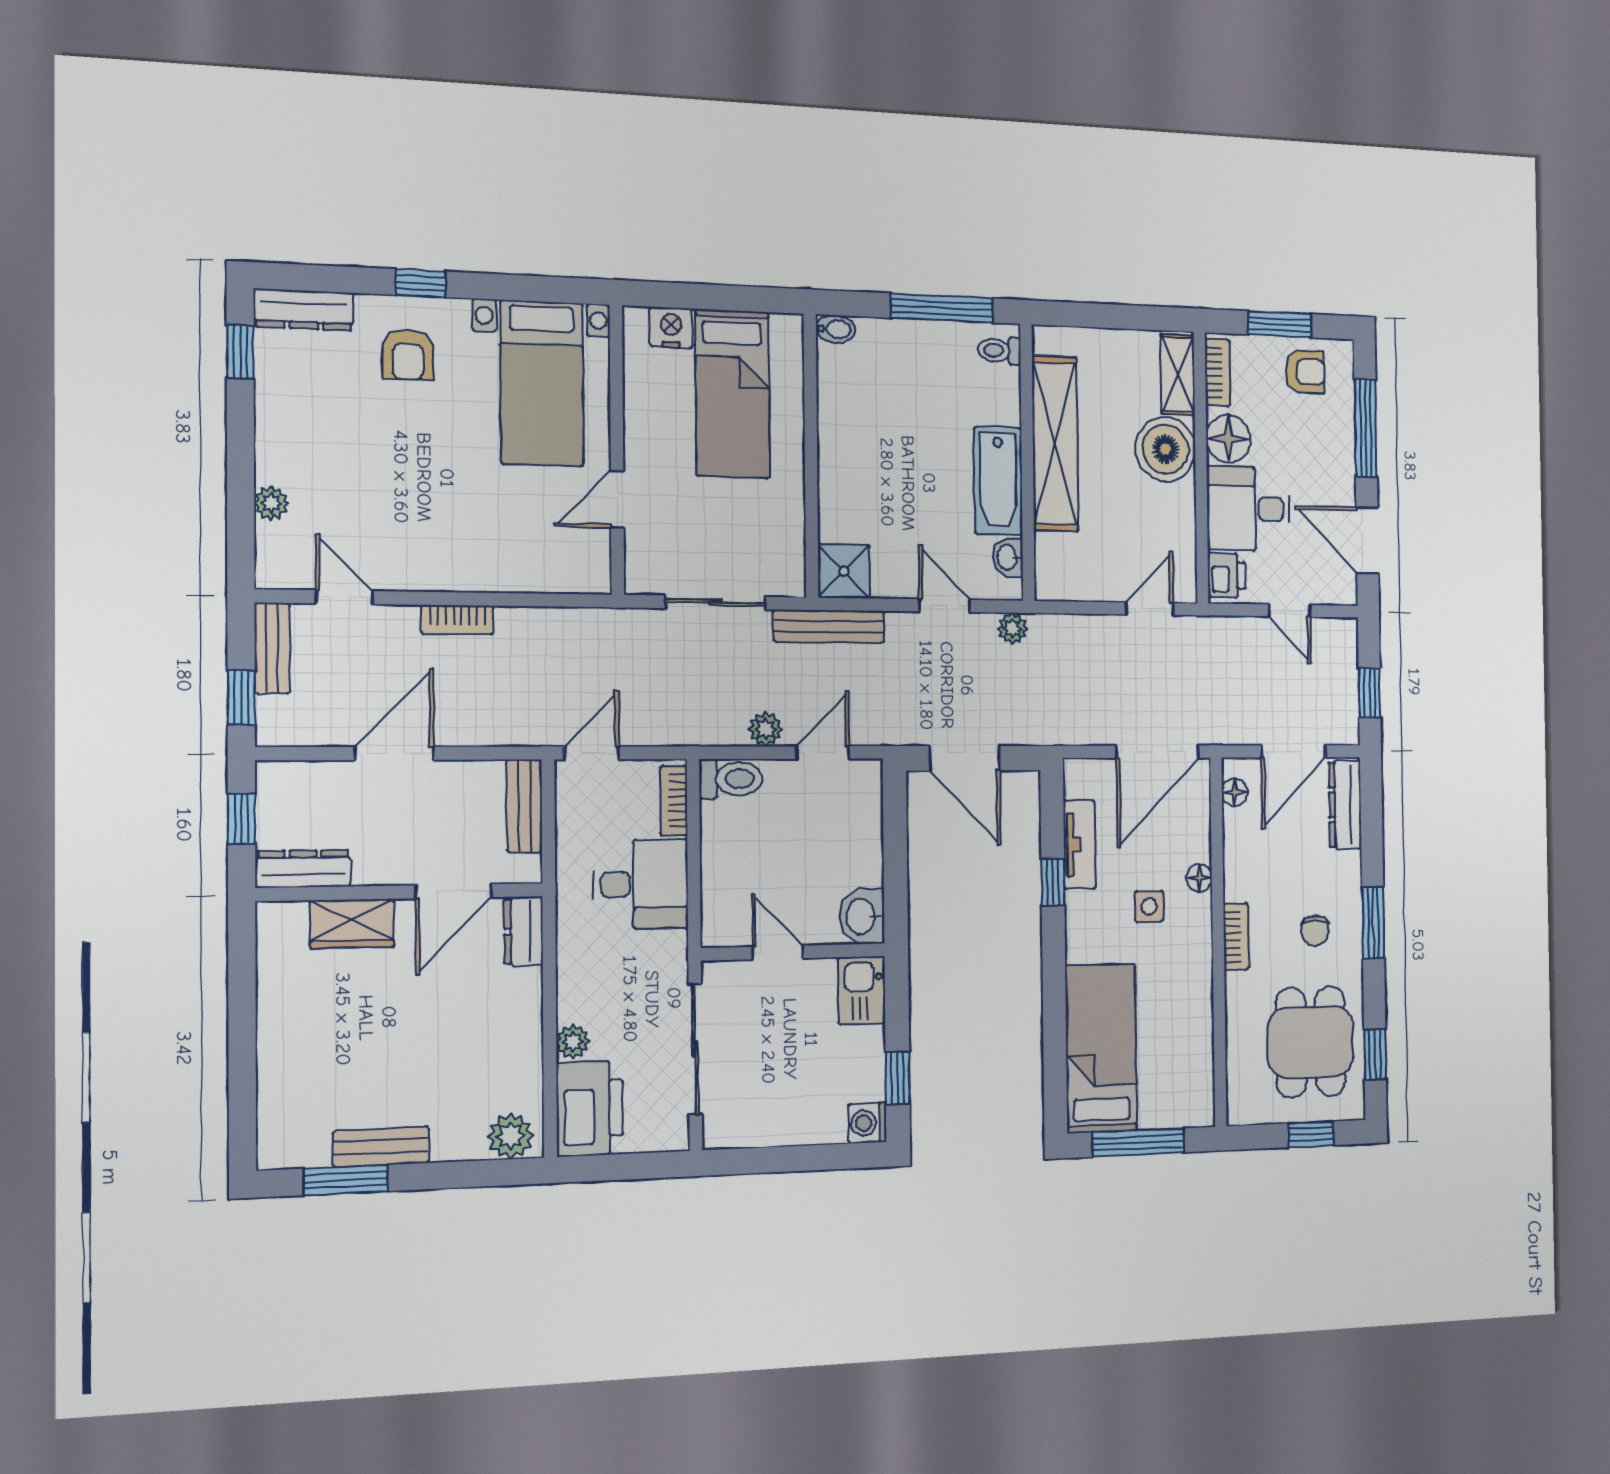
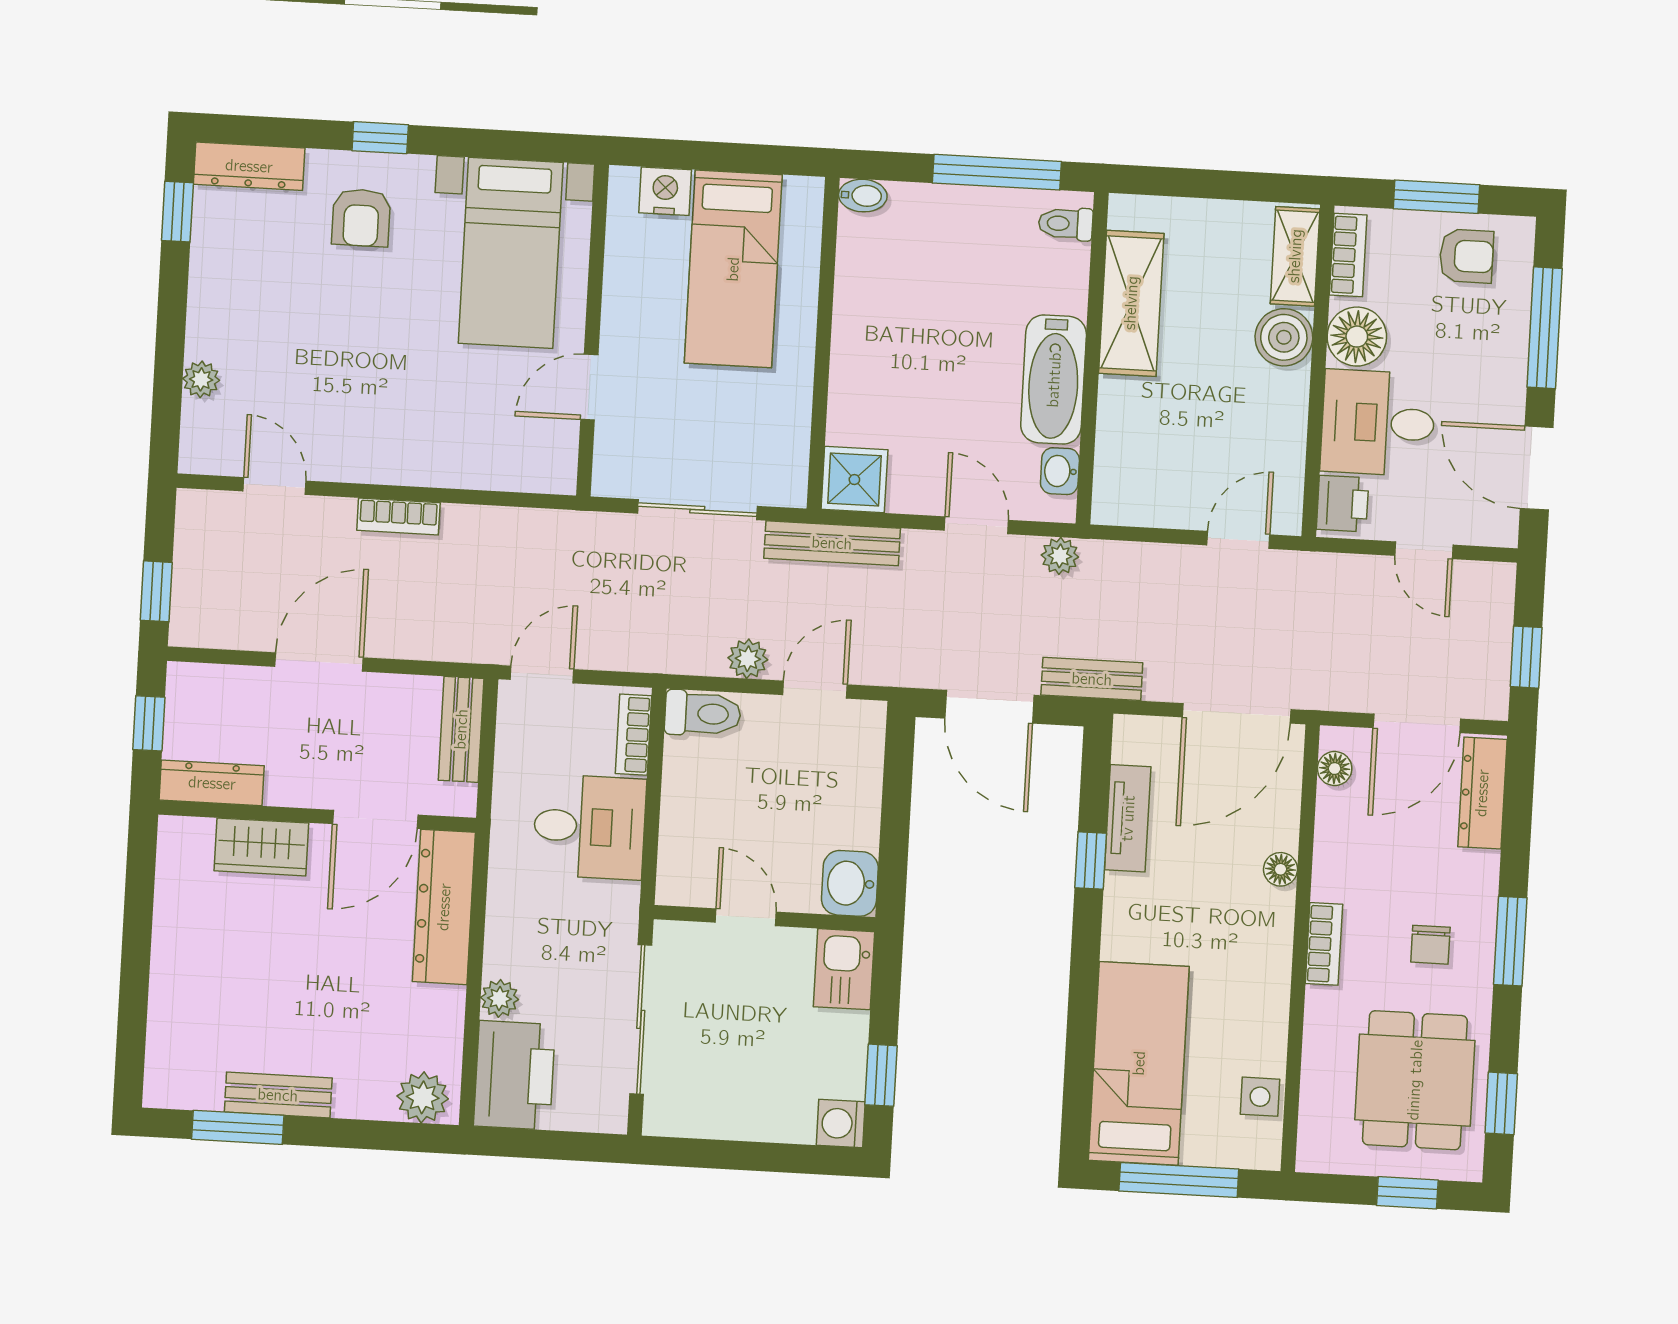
shelving: (1055, 444) -> (1131, 303), width x0.68
boiler: (1166, 449) -> (1284, 337), width x0.73, depth x0.73
bench: (272, 648) -> (1092, 679), moved, turned 90
side table: (1149, 906) -> (1260, 1097), moved
dresser: (523, 931) -> (444, 907), width x1.96, depth x1.24

